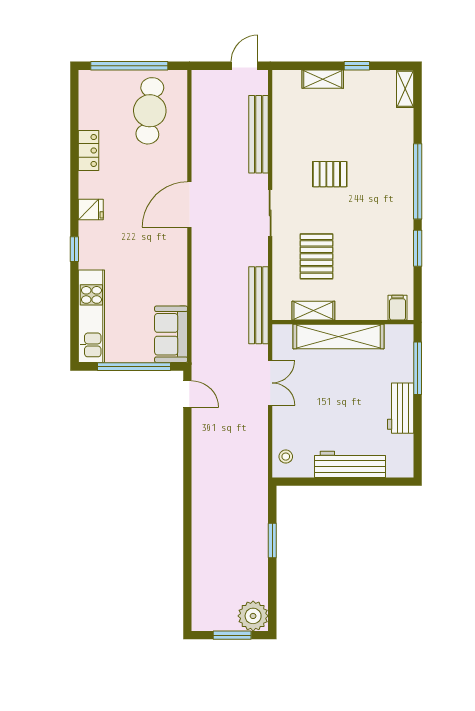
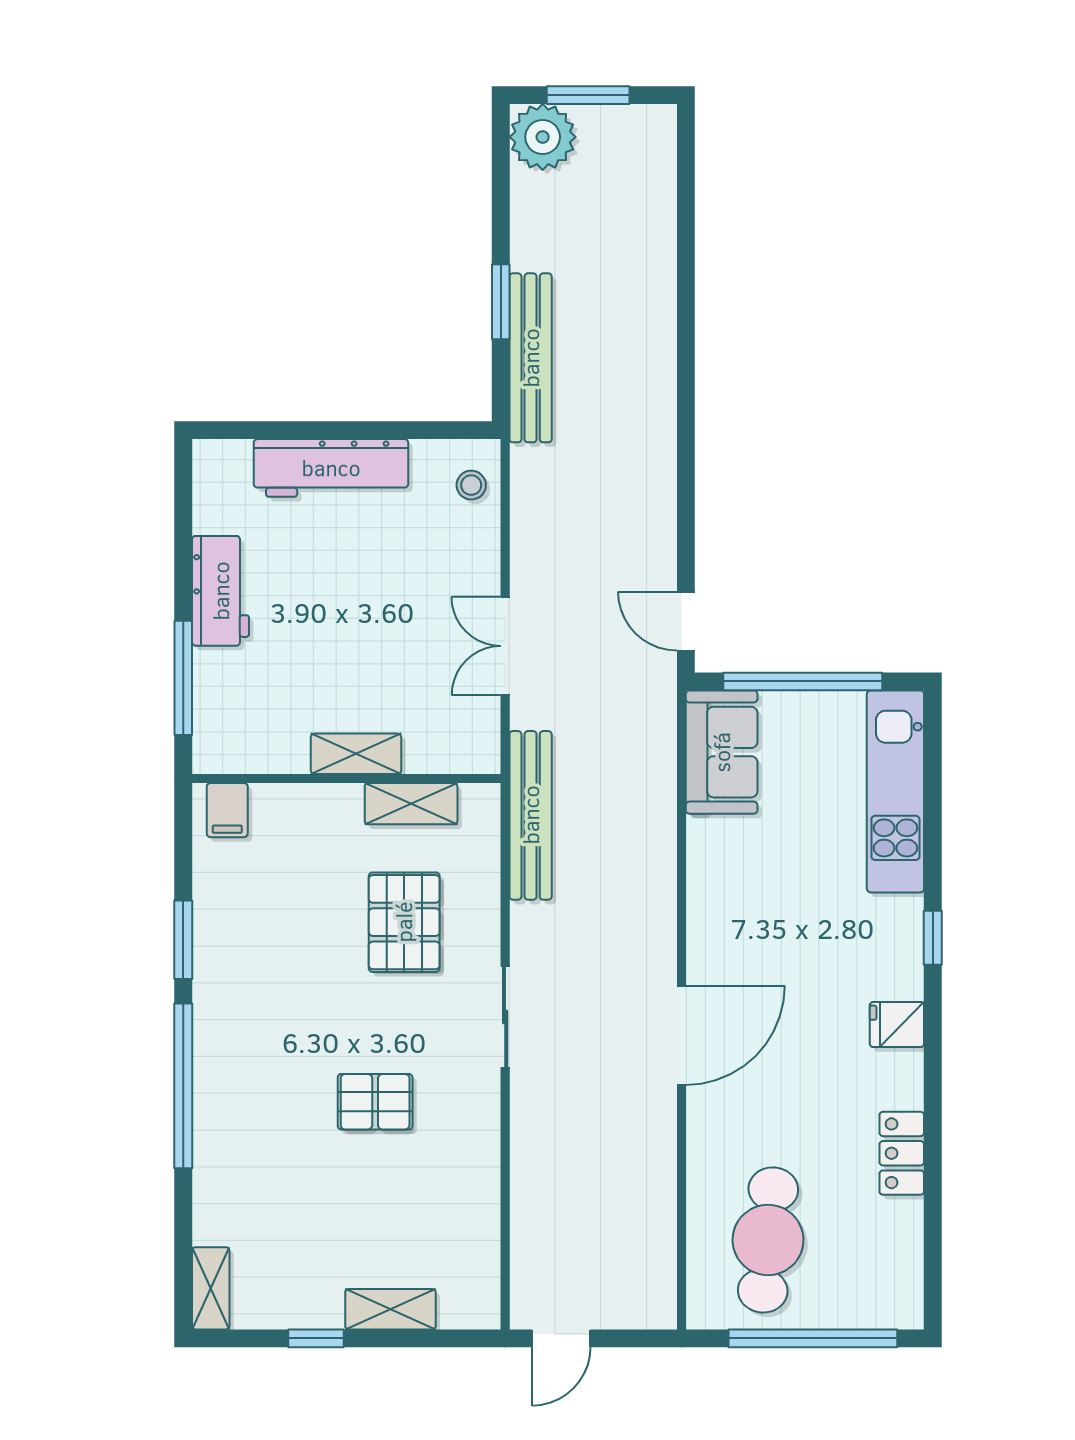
bench: (259, 134) -> (531, 358), moved
shelving: (339, 337) -> (356, 754), width x0.45, depth x0.75

